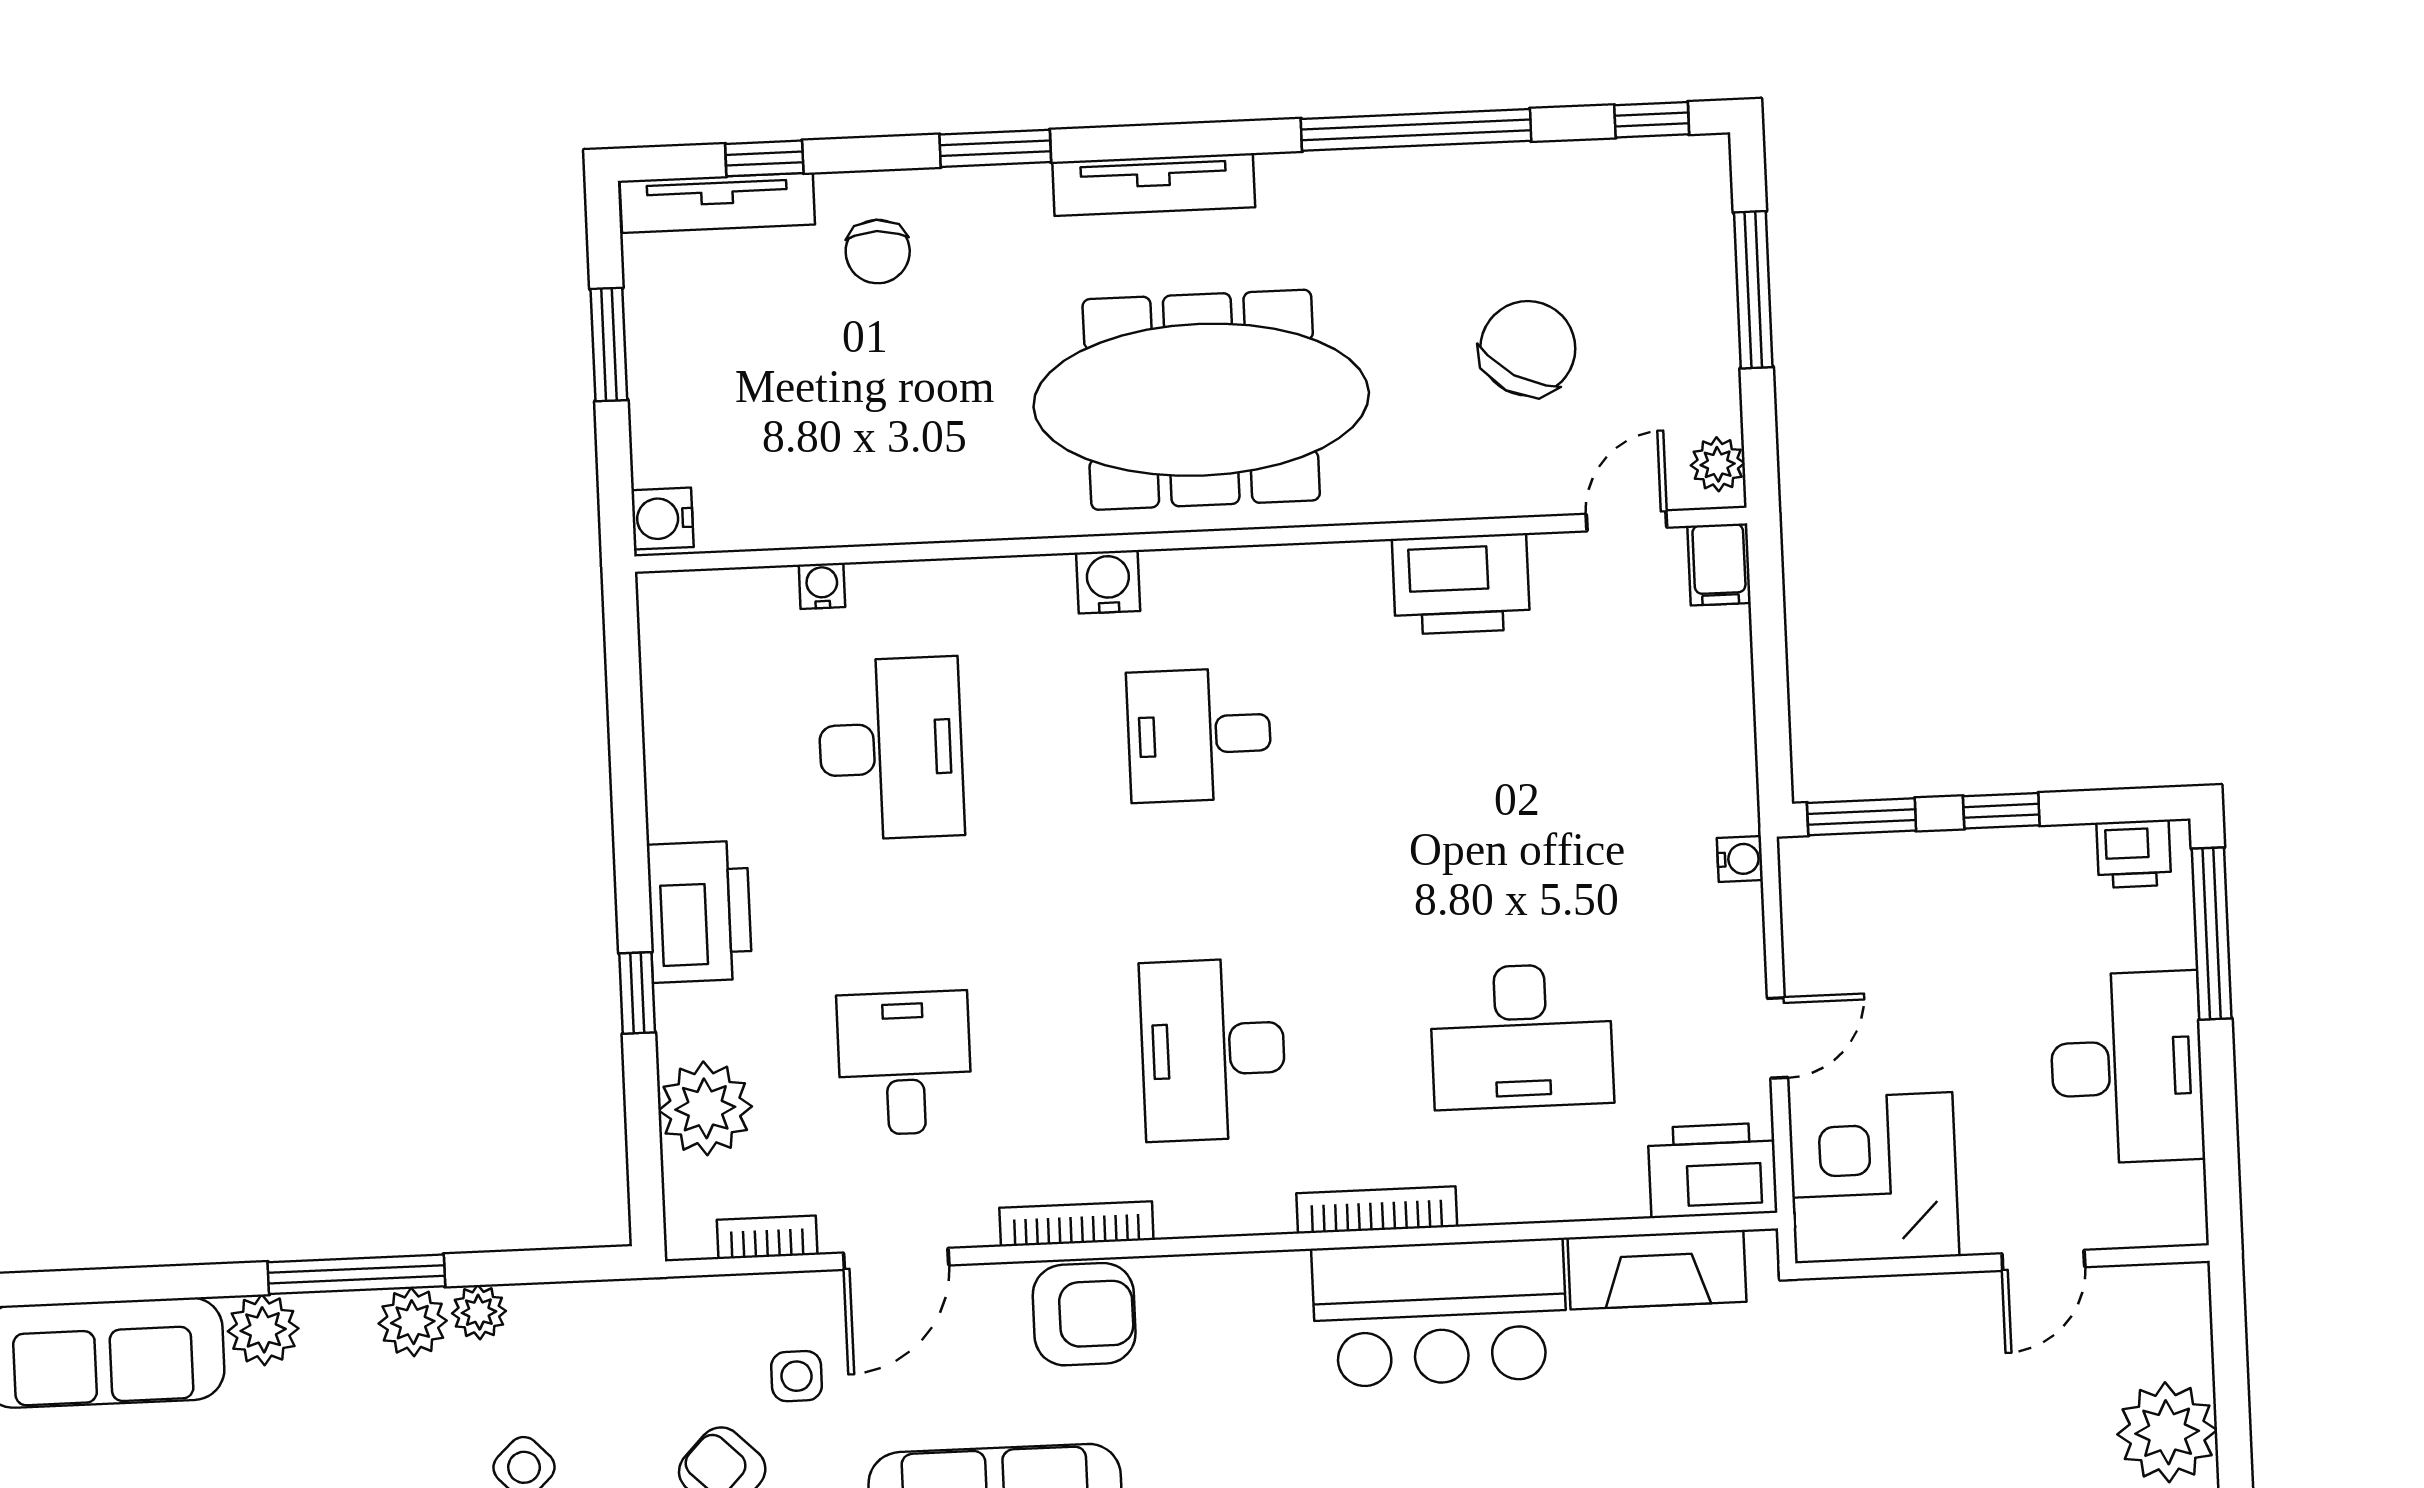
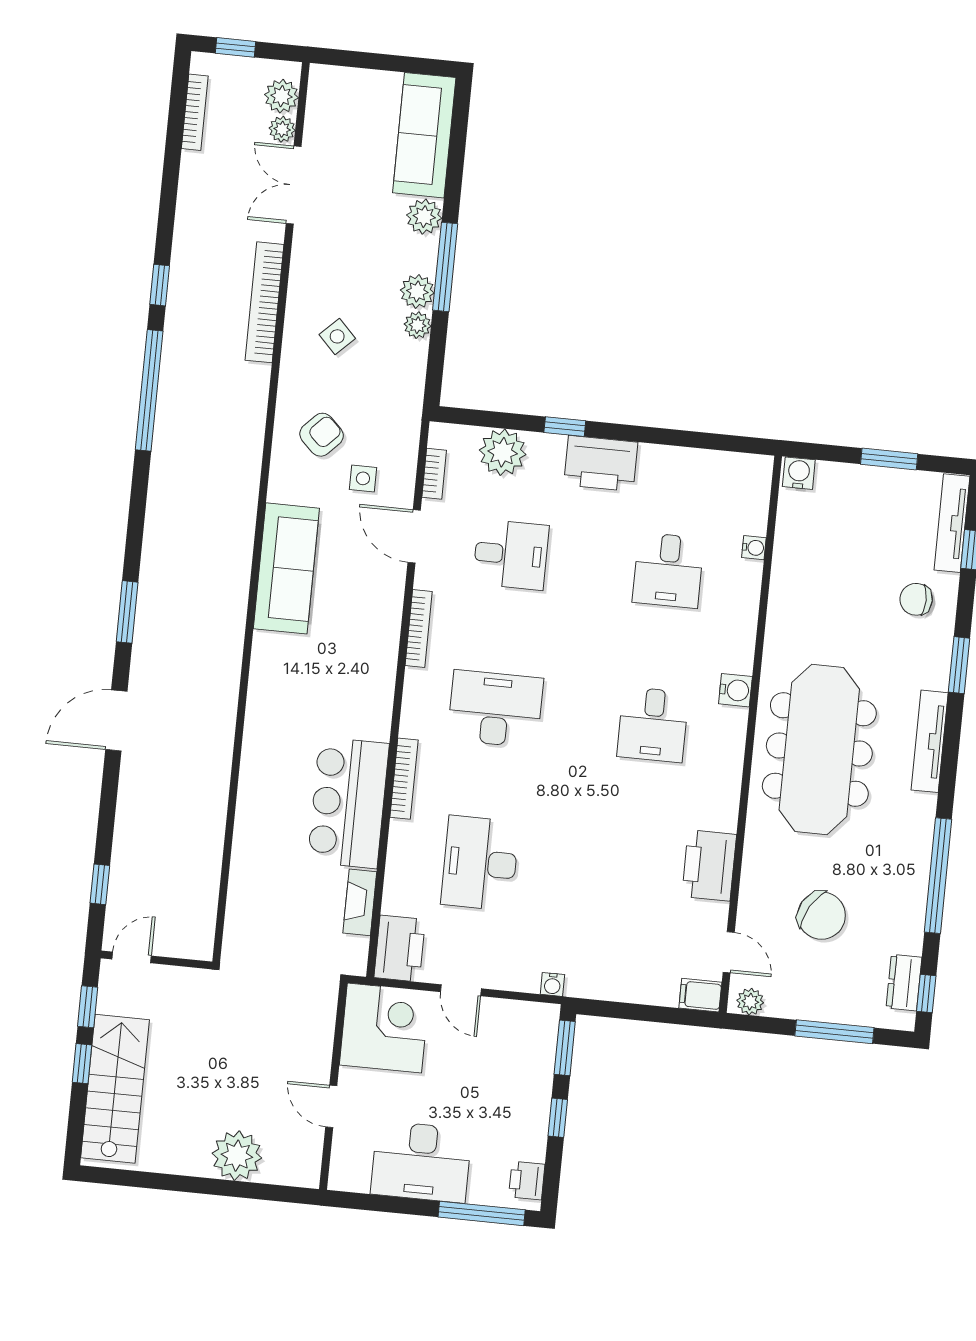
dresser: (1637, 167) -> (904, 983), added
desk: (1199, 735) -> (653, 725), turned 180
desk: (891, 748) -> (668, 570), width x0.73
fireplace: (1657, 1270) -> (360, 902), width x0.73, depth x0.76
armchair: (1084, 1314) -> (373, 626), removed

